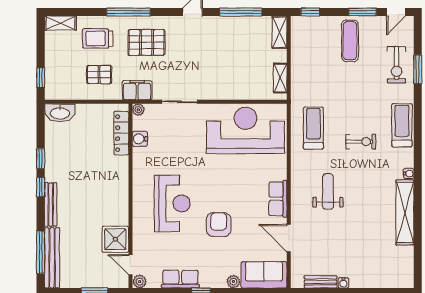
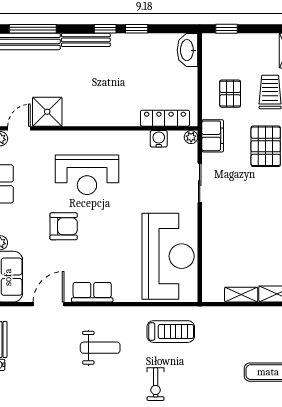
shelving: (280, 78) -> (241, 295), moved

